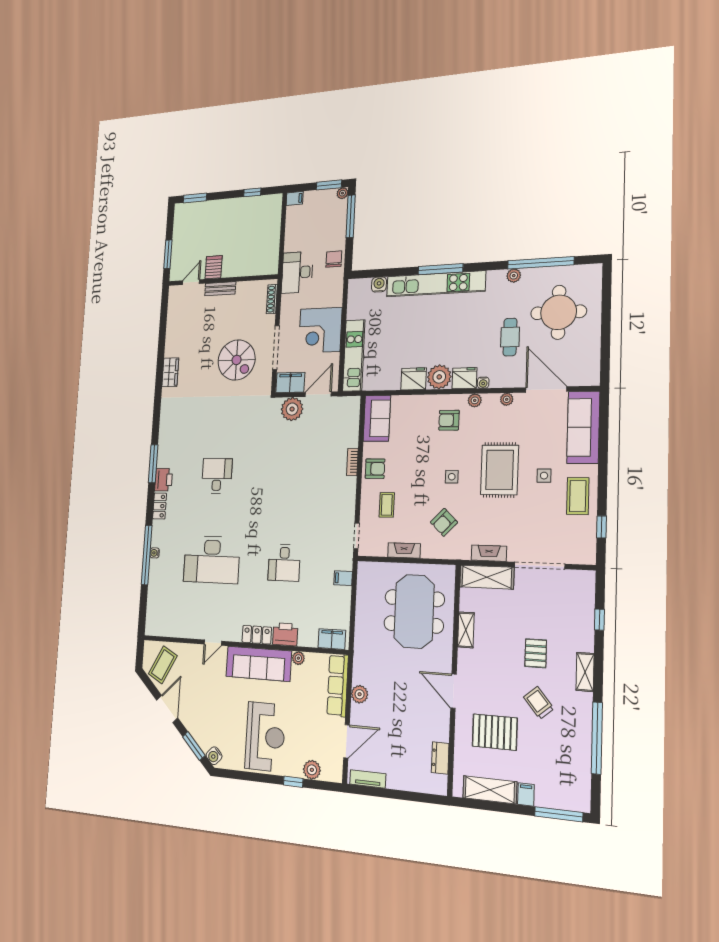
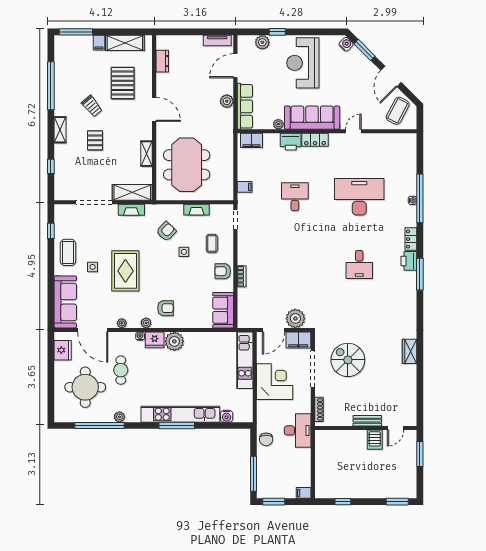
plant: (342, 193) -> (262, 494), removed
fridge: (414, 379) -> (63, 350), moved, turned -90
side table: (452, 477) -> (184, 252), moved
pallet: (495, 732) -> (123, 83), turned 90

